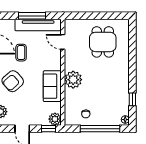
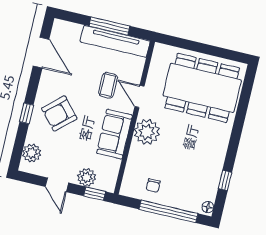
door: (63, 42) -> (139, 96), moved
dining table: (103, 42) -> (202, 88), width x1.87, depth x1.24
coffee table: (21, 53) -> (108, 85), moved
plant: (55, 119) -> (87, 177), moved

